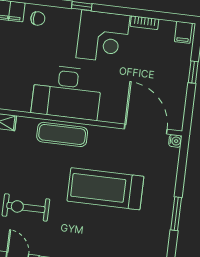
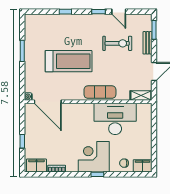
filing cabinet: (183, 32) -> (36, 166), width x2.00
corner desk: (103, 37) -> (94, 157), moved
desk: (67, 92) -> (115, 119), moved

